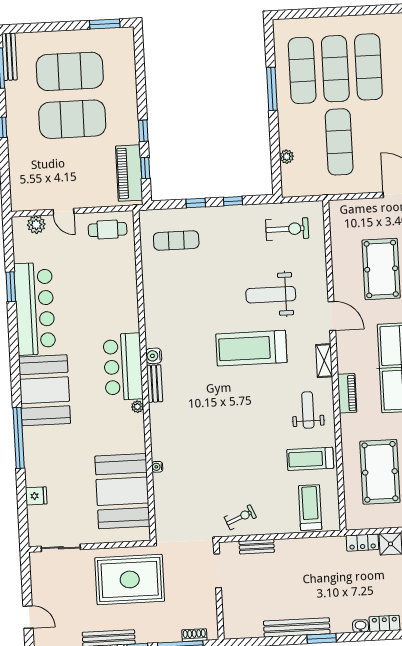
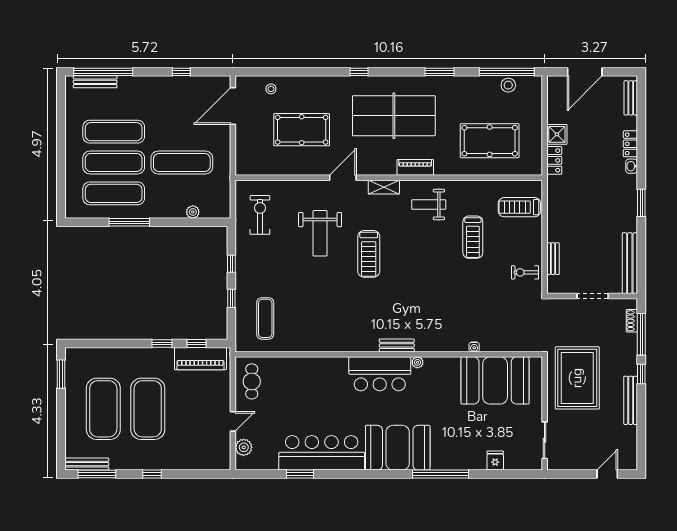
treadmill: (251, 348) -> (369, 254), width x0.73, depth x0.73
water cooler: (154, 356) -> (371, 345), removed
treadmill: (310, 459) -> (473, 237), moved
exercise bike: (240, 517) -> (525, 272), turned -67
doorway: (218, 571) -> (593, 296), moved
bench: (297, 627) -> (630, 263), moved

